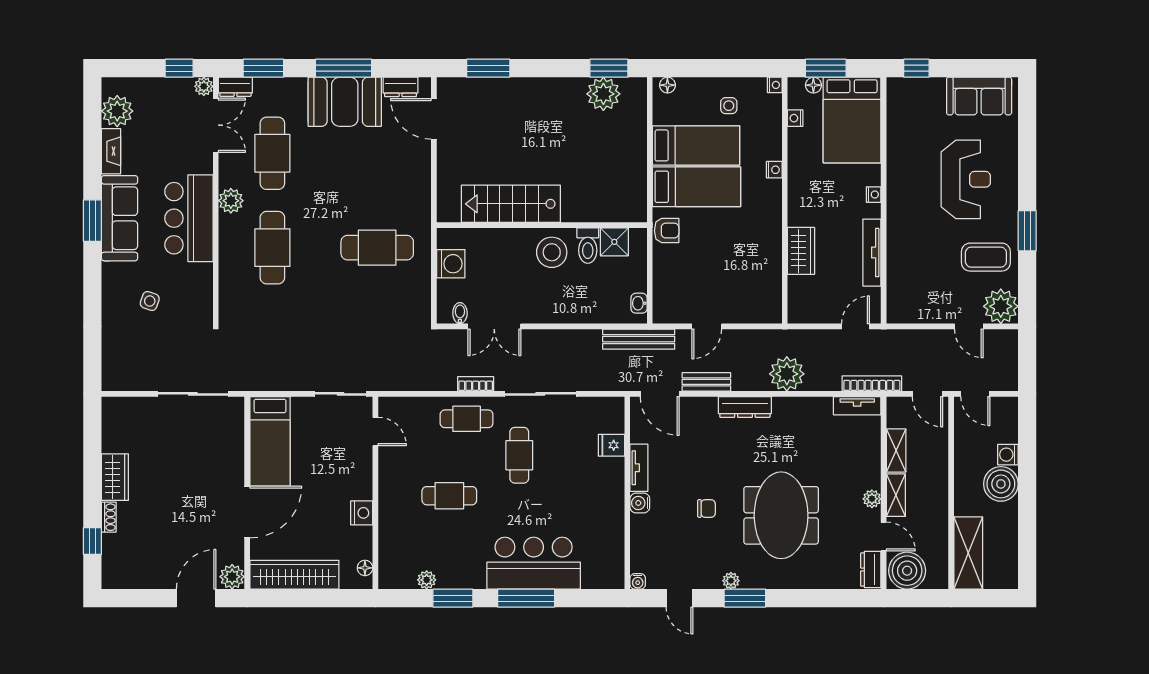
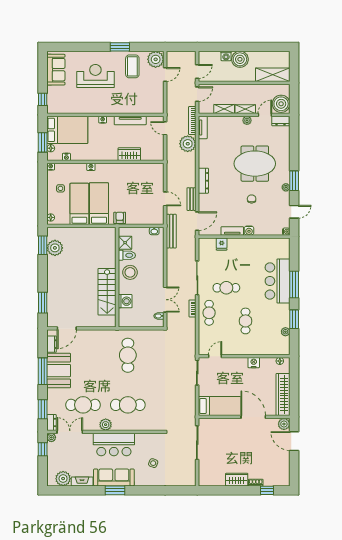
washing machine: (451, 264) -> (125, 301), moved, turned 90
plant: (787, 374) -> (188, 144), moved

